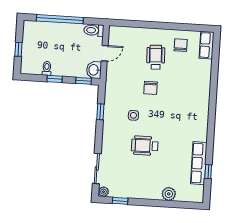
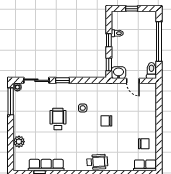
wheelchair: (156, 57) -> (97, 162), moved
window: (100, 112) -> (63, 80), moved
window: (120, 201) -> (11, 101), width x2.17

